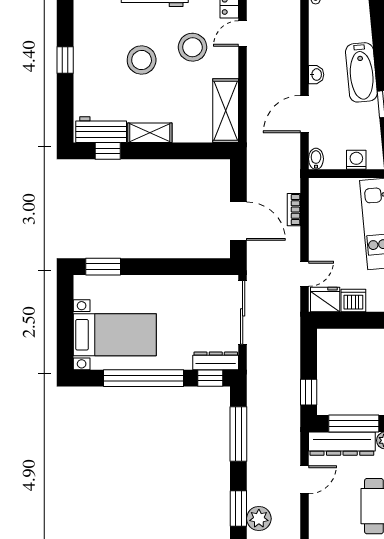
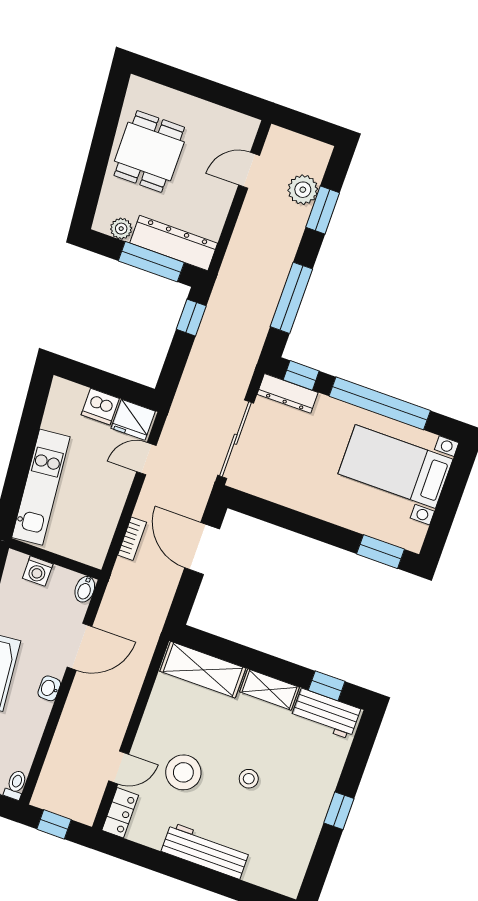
stool: (142, 60) -> (249, 779), width x0.53, depth x0.53
shelving: (226, 111) -> (203, 670), moved, turned 90
door: (305, 480) -> (249, 170), moved

